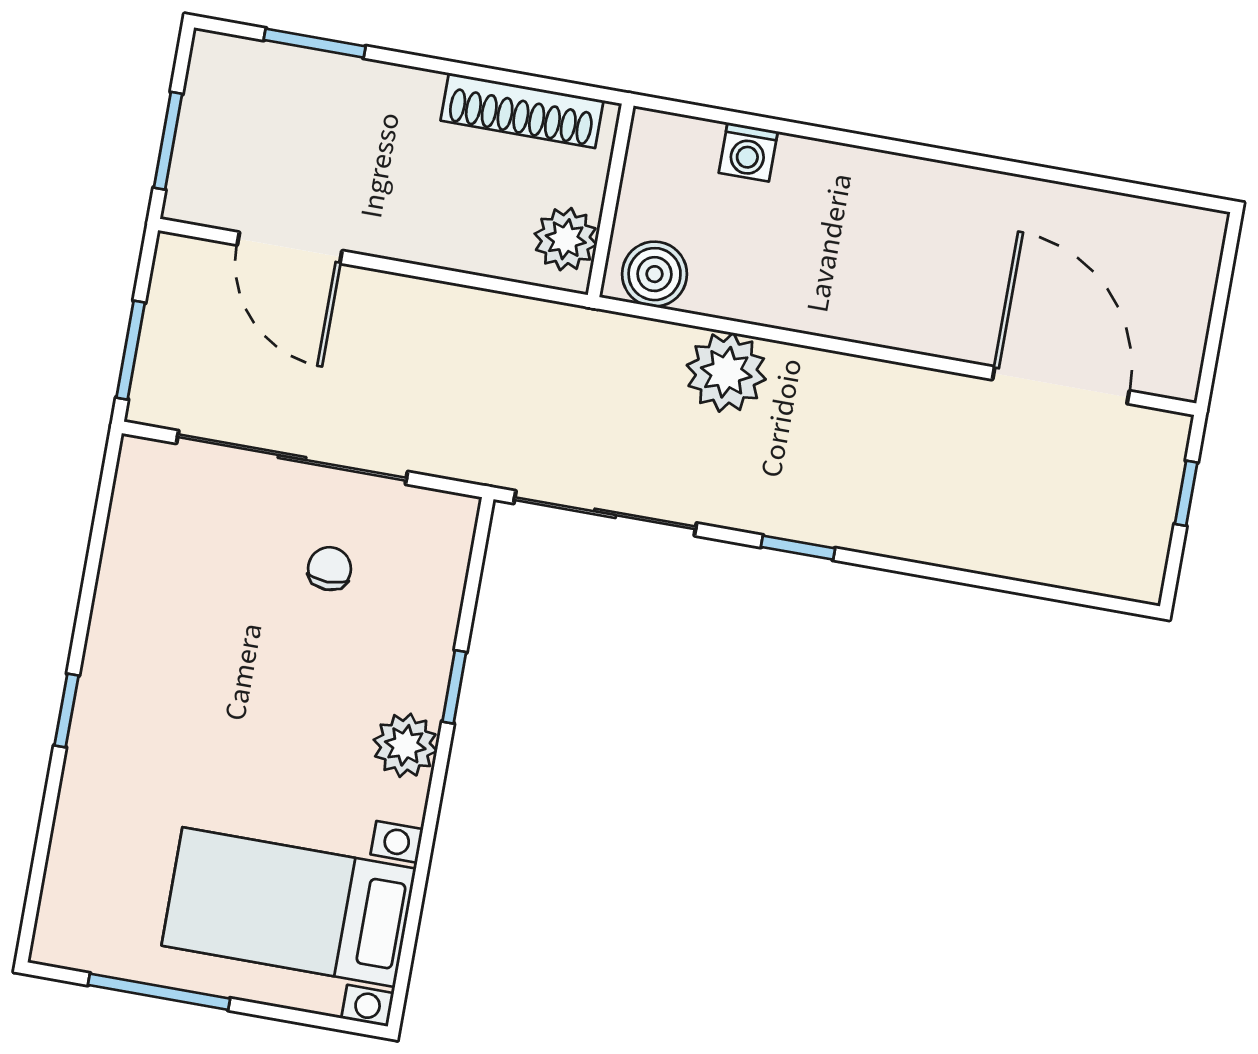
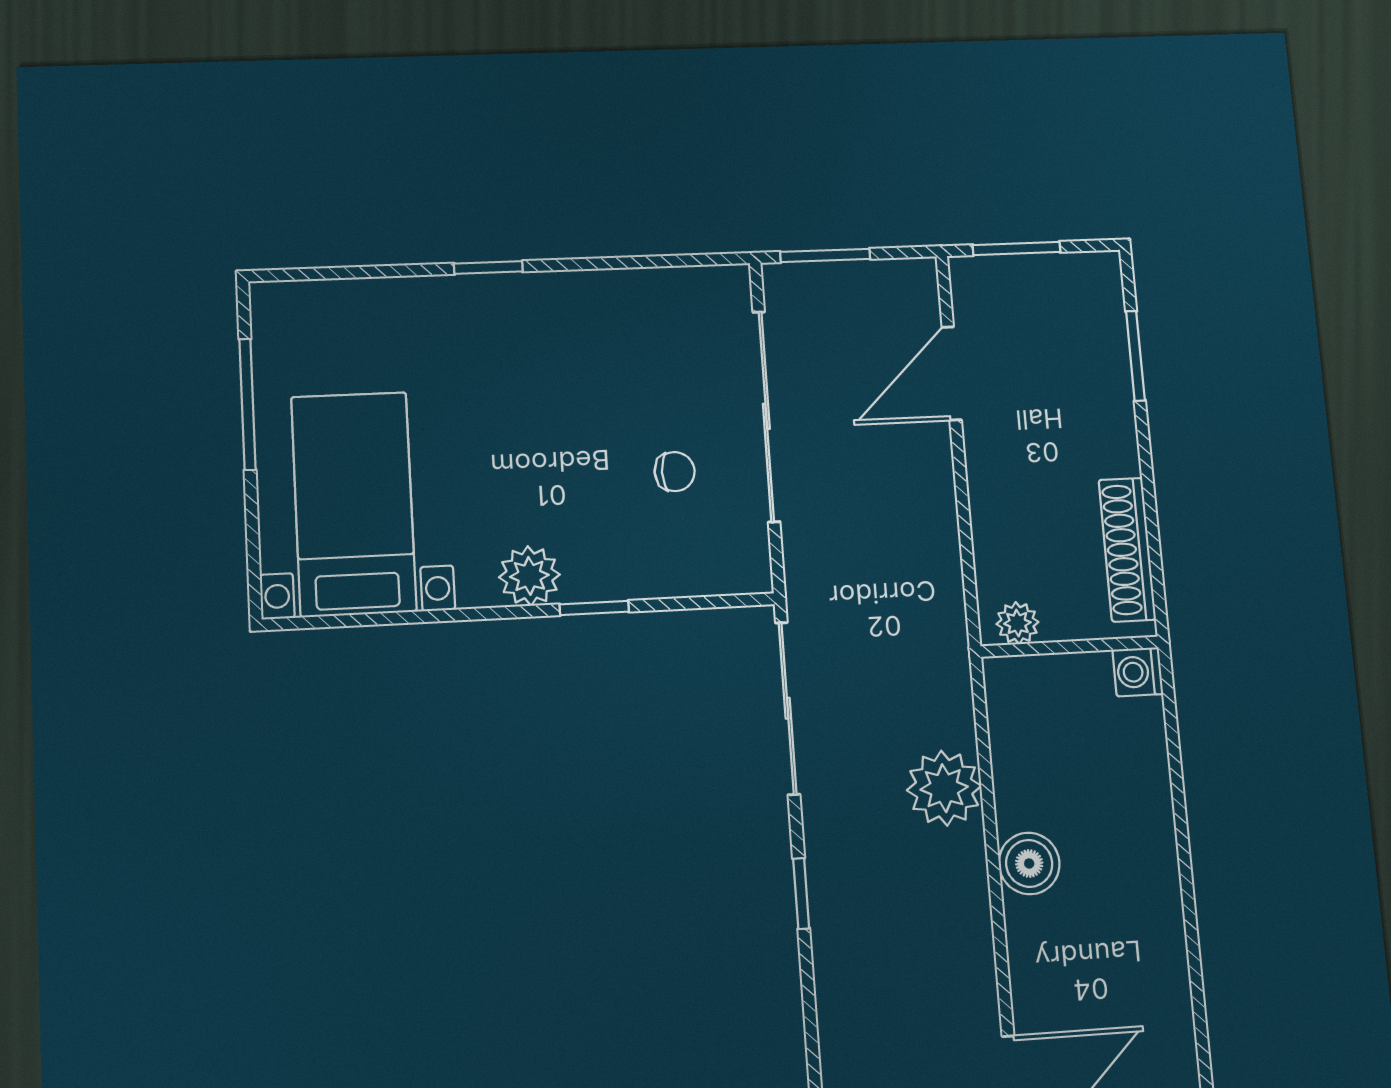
washing machine: (748, 152) -> (1138, 672), moved
plant: (566, 239) -> (1017, 623), width x0.73, depth x0.73
boiler: (655, 274) -> (1029, 863), moved

